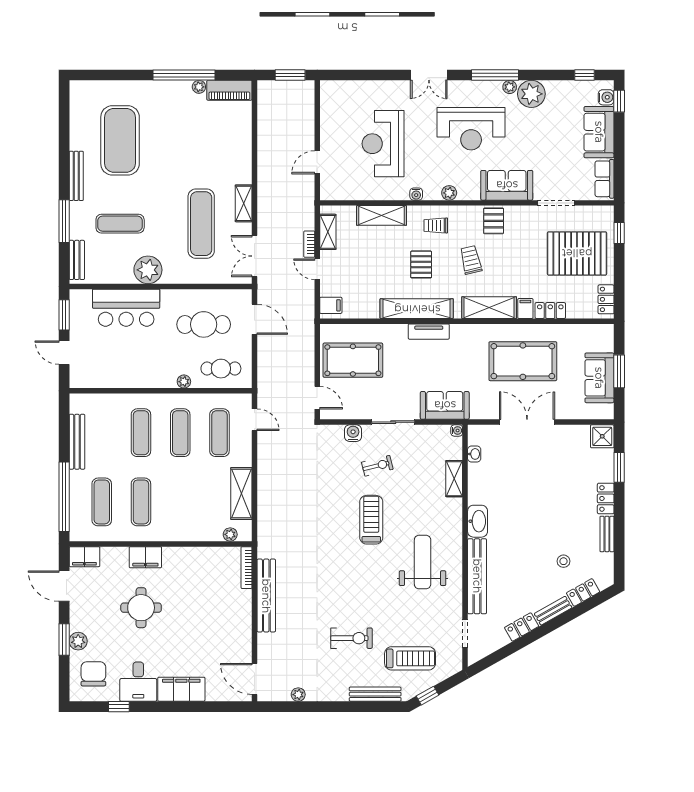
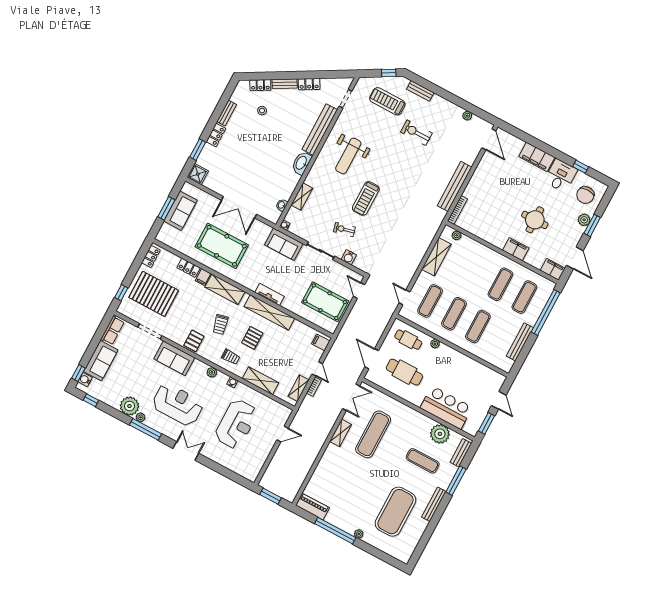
plant: (199, 87) -> (359, 534), moved
plant: (148, 270) -> (440, 434), moved
bench: (375, 694) -> (420, 91), width x0.73

